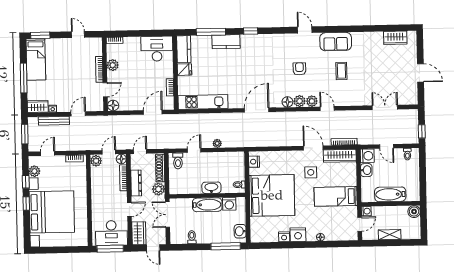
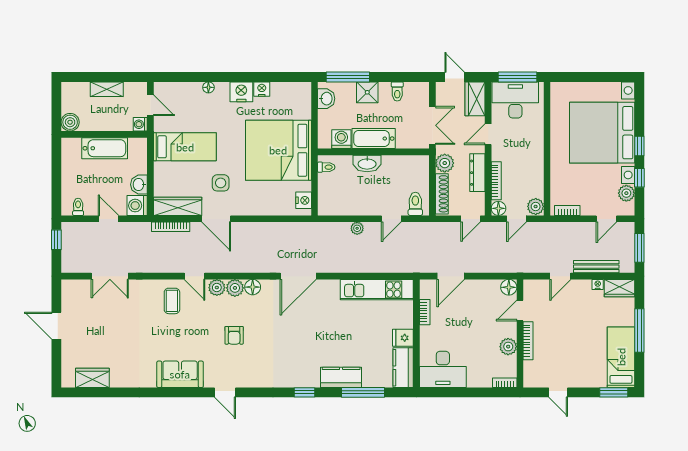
coffee table: (341, 71) -> (172, 301), moved
door: (360, 224) -> (150, 105), swing flipped
shower: (212, 236) -> (367, 92), added

